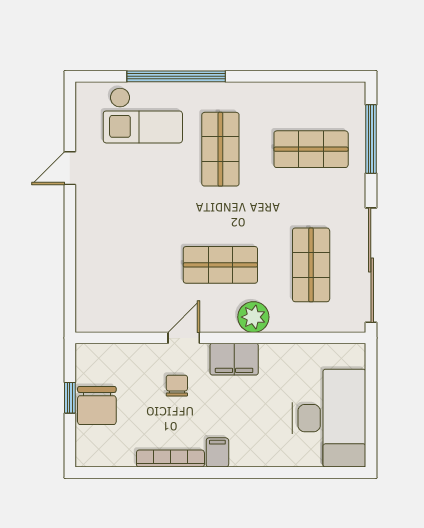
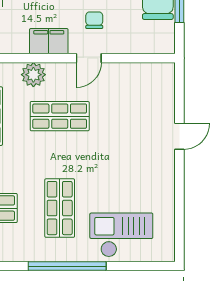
window: (176, 76) -> (67, 266), moved
door: (70, 168) -> (179, 136), moved
chair: (177, 386) -> (94, 20), turned 180

